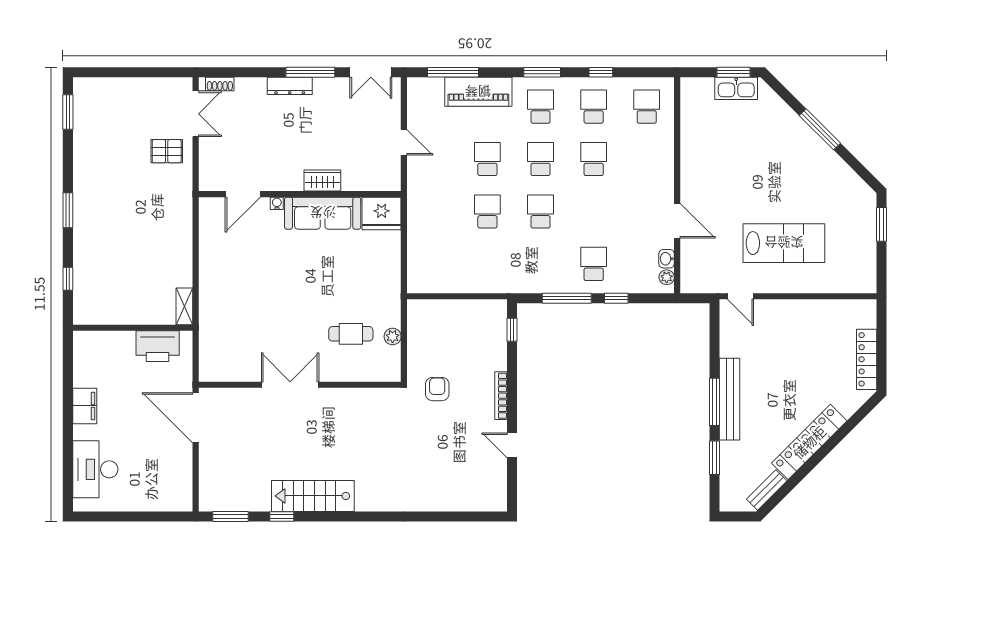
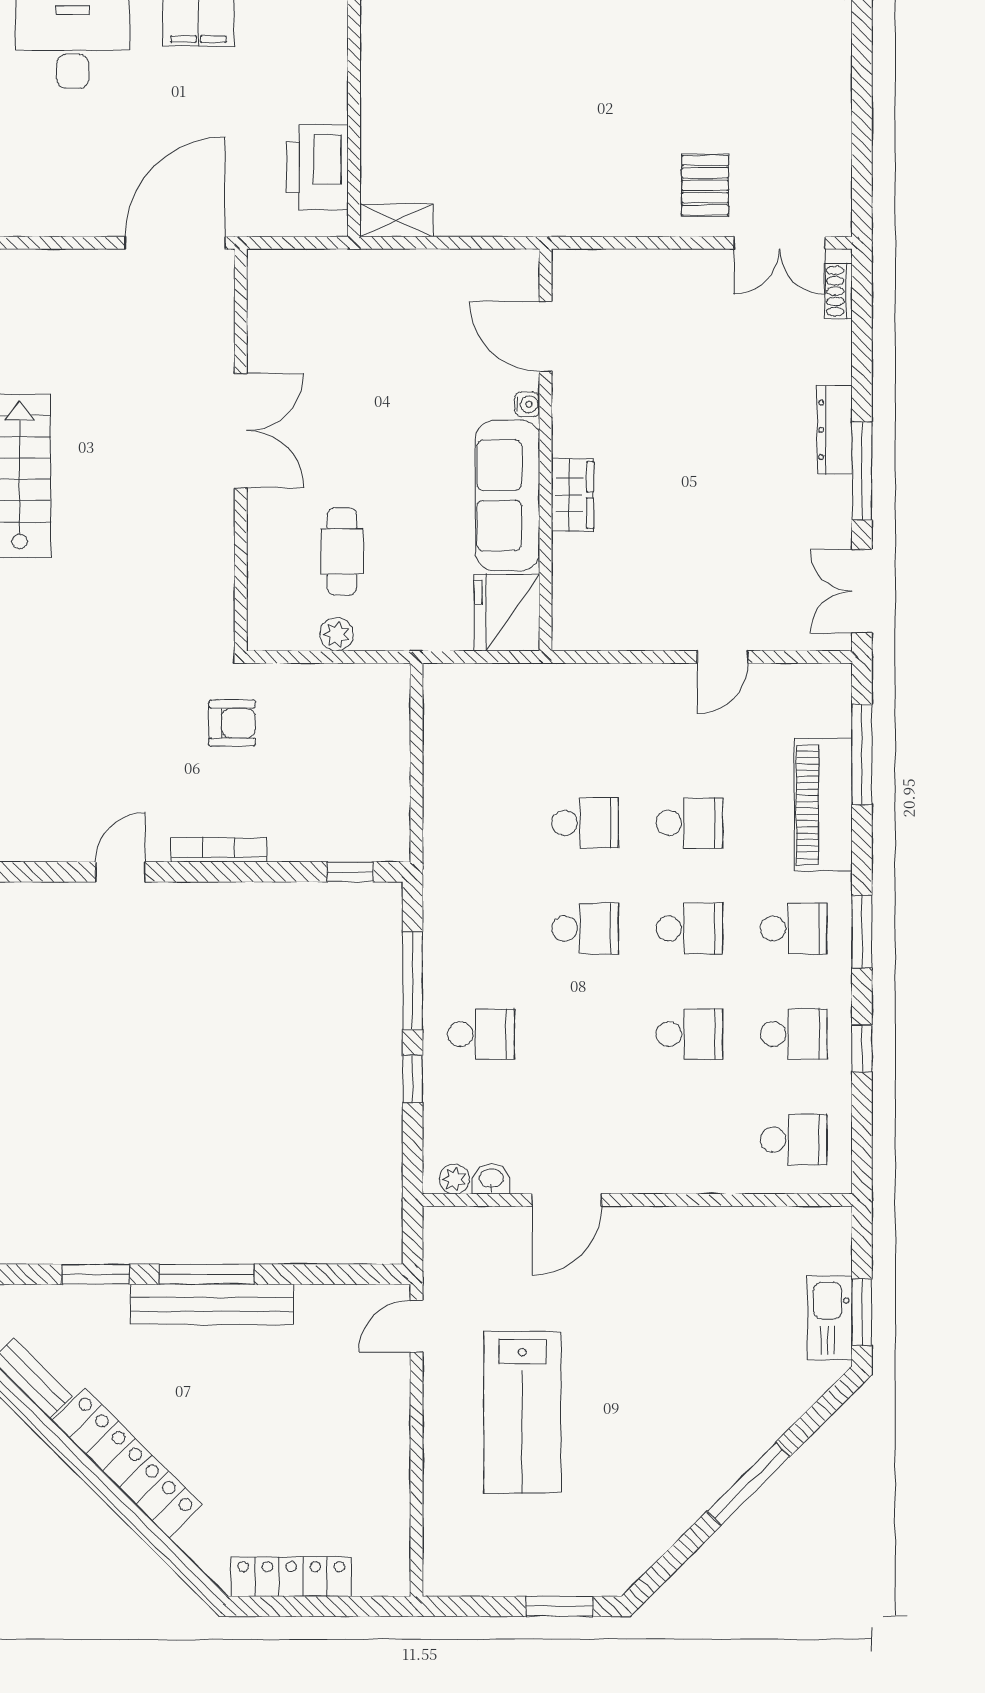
wardrobe: (322, 181) -> (572, 495), moved
door: (243, 194) -> (545, 336), moved
wall: (300, 194) -> (545, 450), moved
water cooler: (277, 203) -> (527, 404), moved
sofa: (323, 213) -> (508, 495), moved
fridge: (382, 213) -> (507, 613), moved

